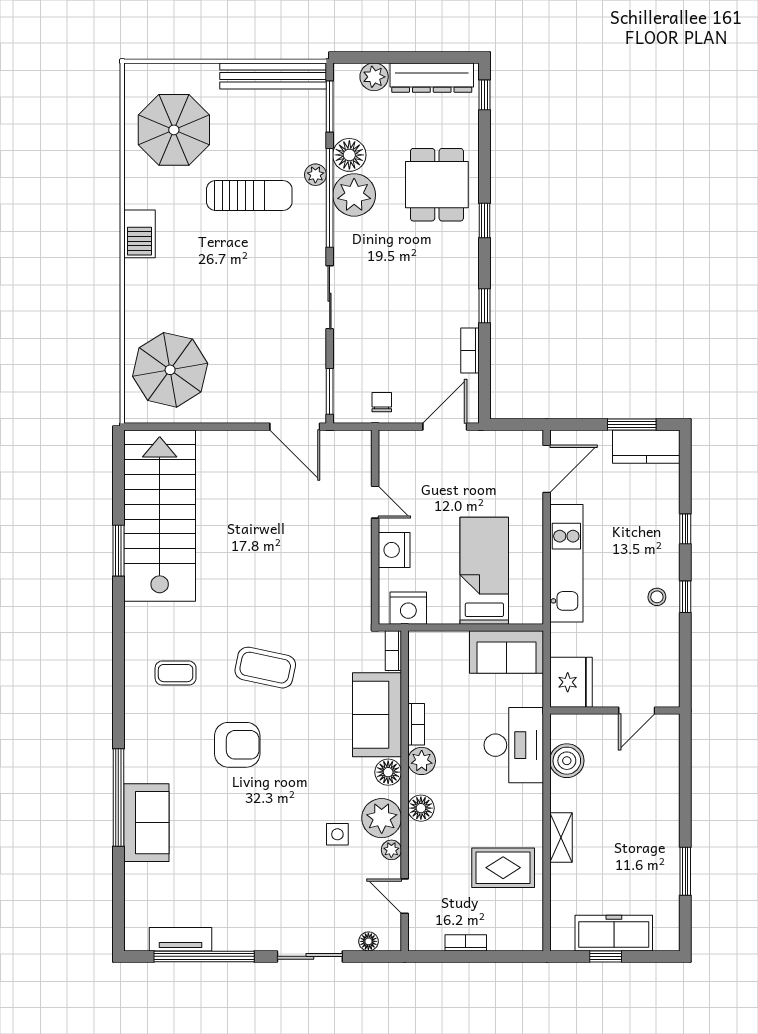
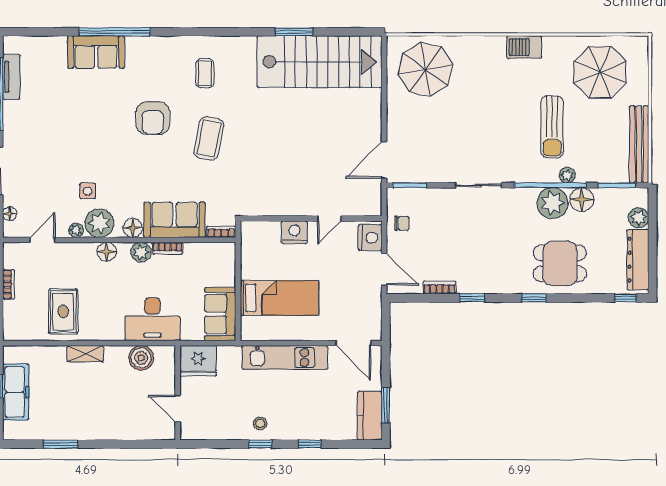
nightstand: (408, 608) -> (370, 238), moved, turned 180

